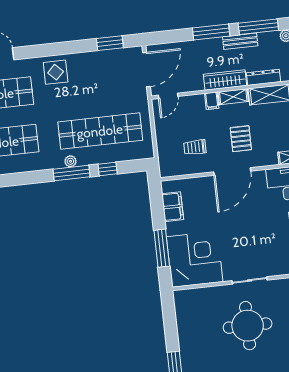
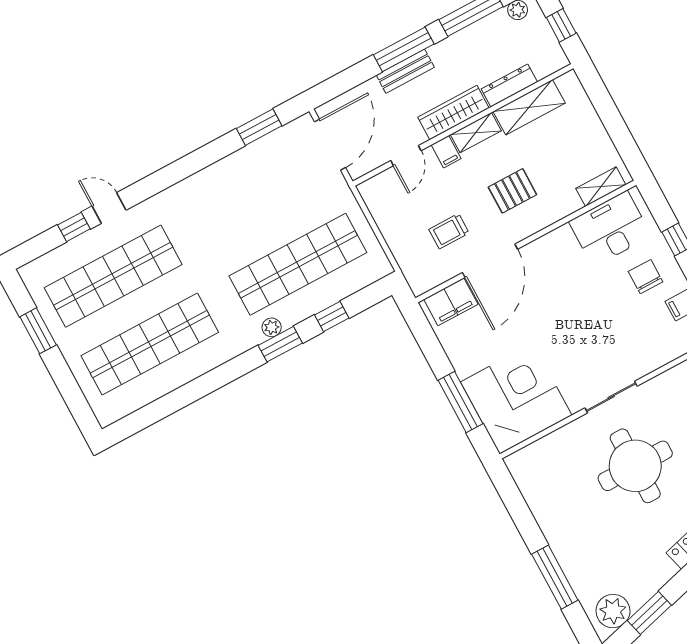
bench: (240, 41) -> (405, 71), moved
display table: (56, 72) -> (196, 203), removed
door: (168, 96) -> (406, 156), moved
pallet: (241, 139) -> (512, 191), turned 90
door: (232, 171) -> (490, 261), moved
window: (72, 173) -> (280, 344), width x0.69
filing cabinet: (173, 207) -> (451, 302), moved, turned 90

